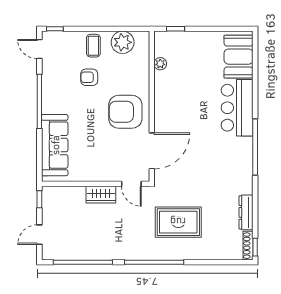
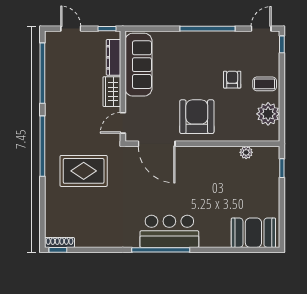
bar counter: (237, 108) -> (169, 231), moved
sofa: (55, 145) -> (138, 65), moved, turned -90
dresser: (246, 212) -> (113, 57), moved, turned -90
rug: (178, 222) -> (84, 171), turned 90

